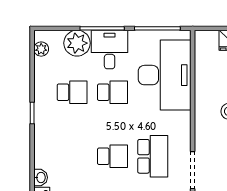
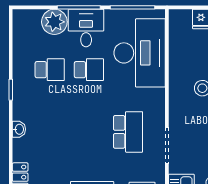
plant: (41, 49) -> (20, 28), removed
school desk: (112, 156) -> (89, 132), removed
washbasin: (41, 177) -> (19, 129), moved

